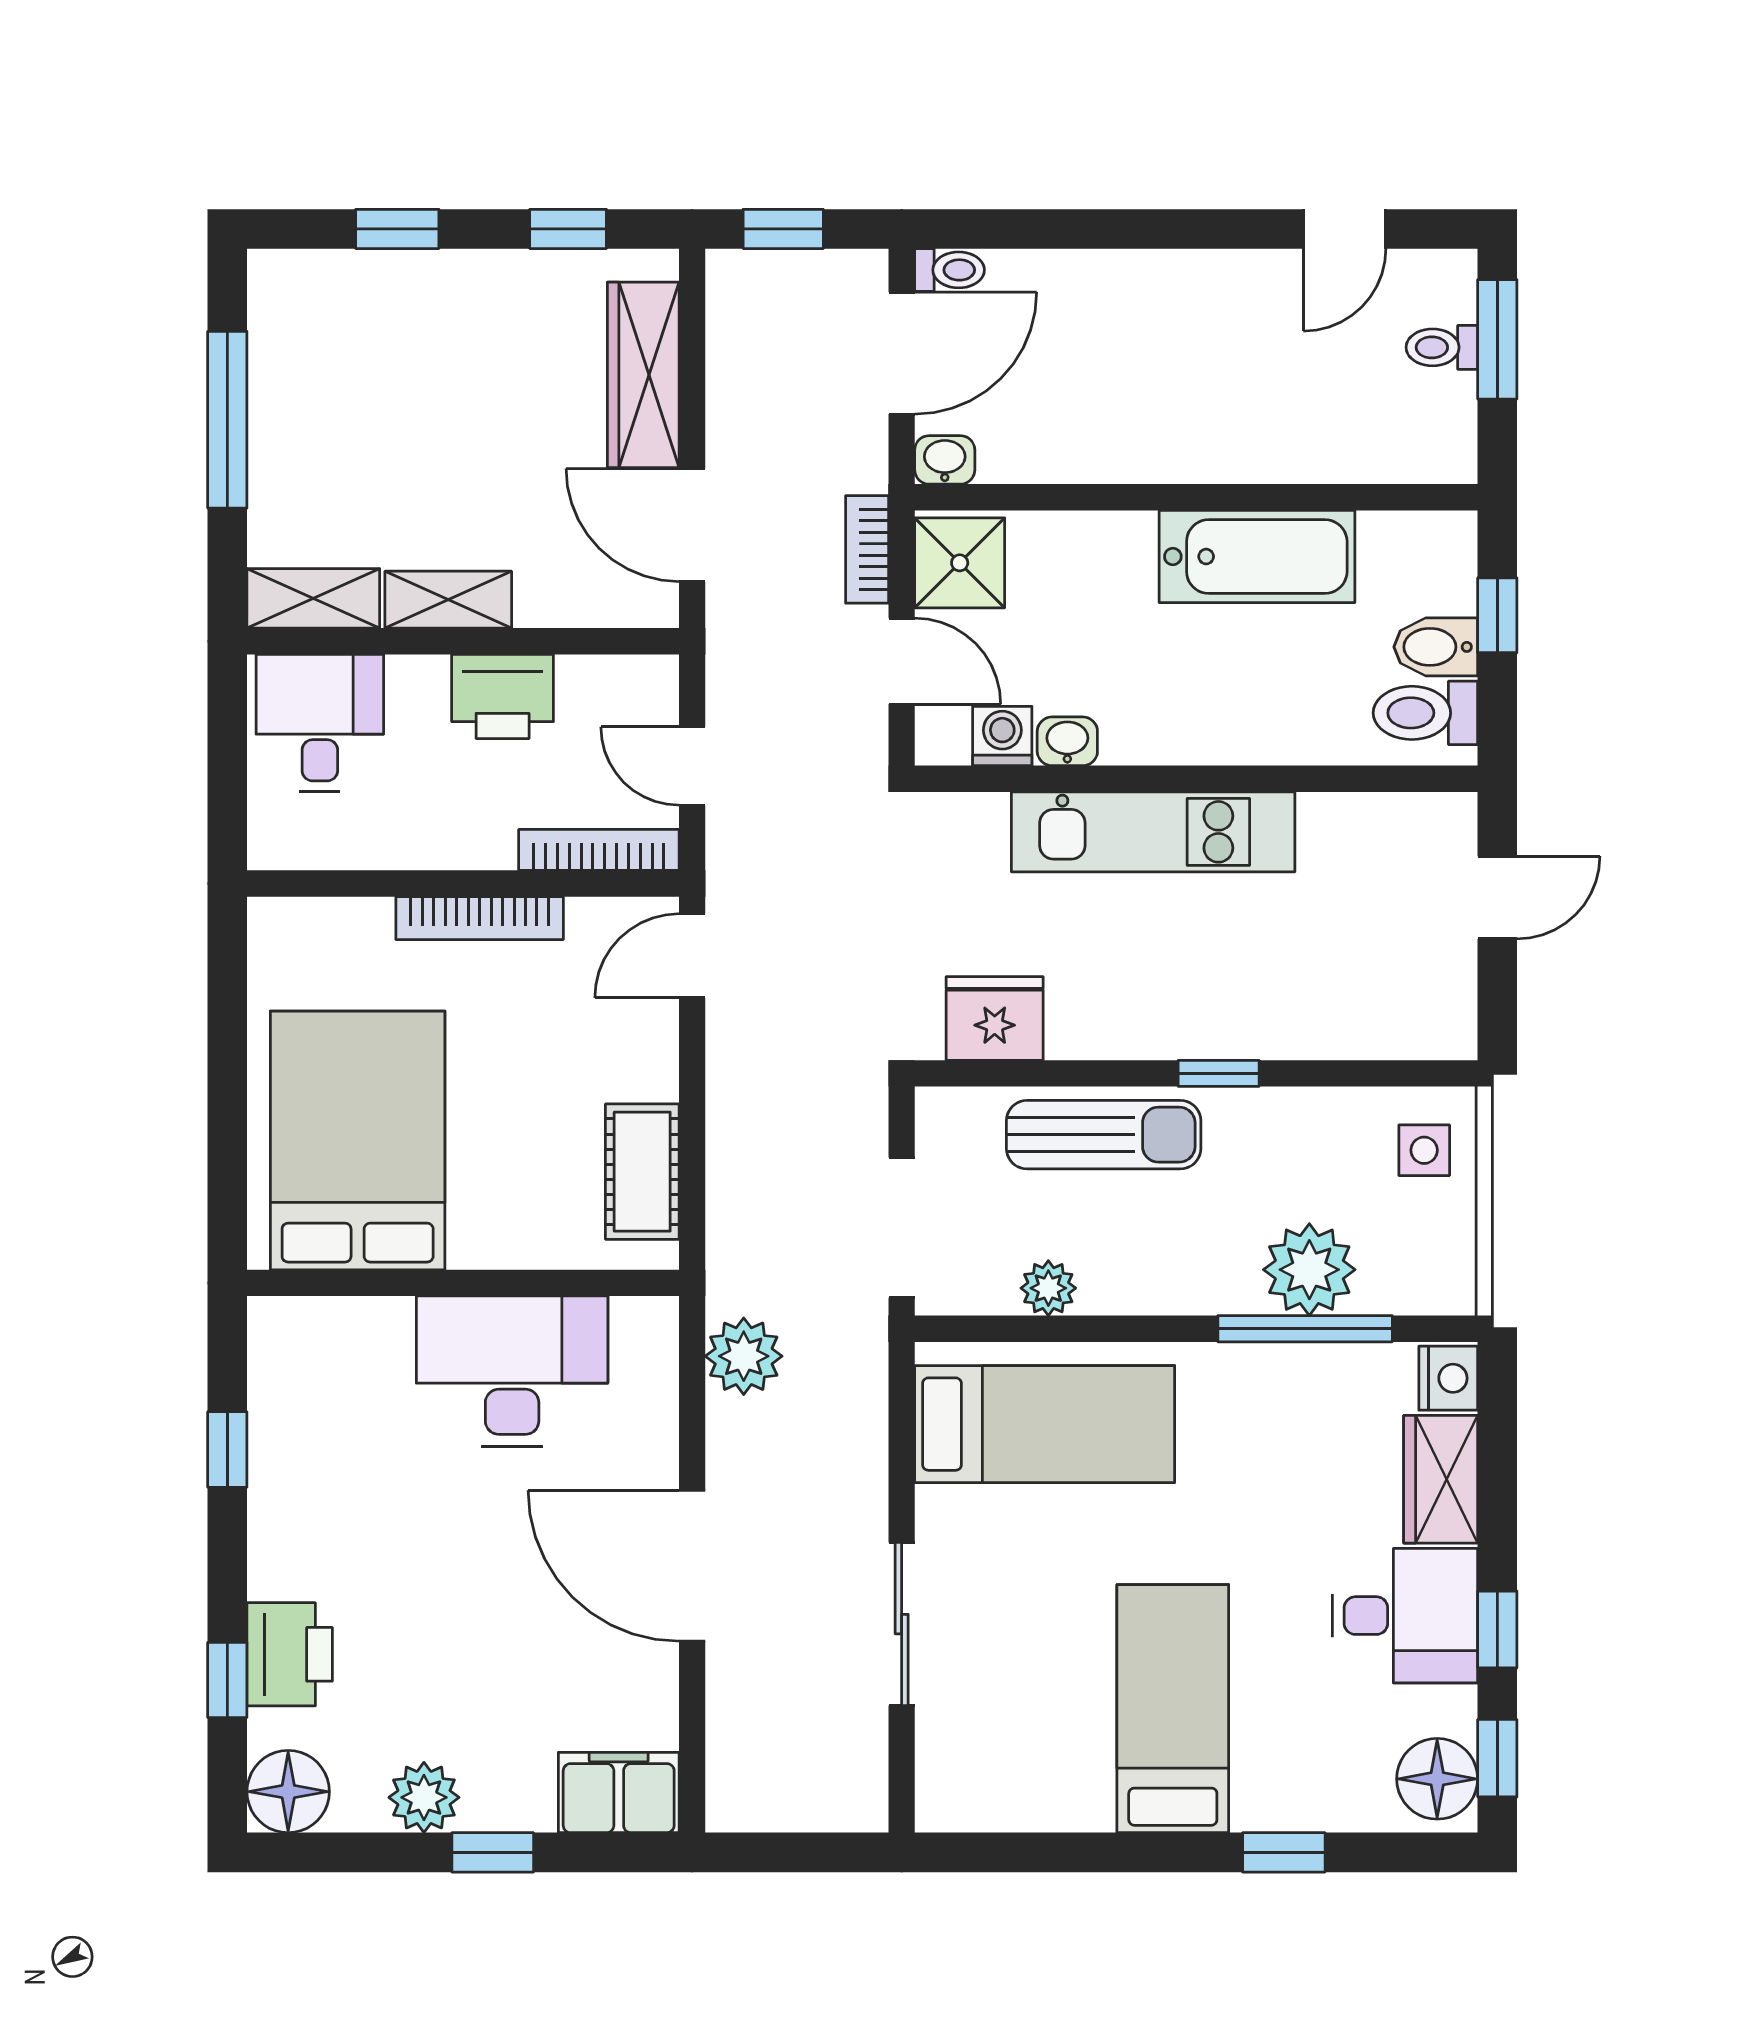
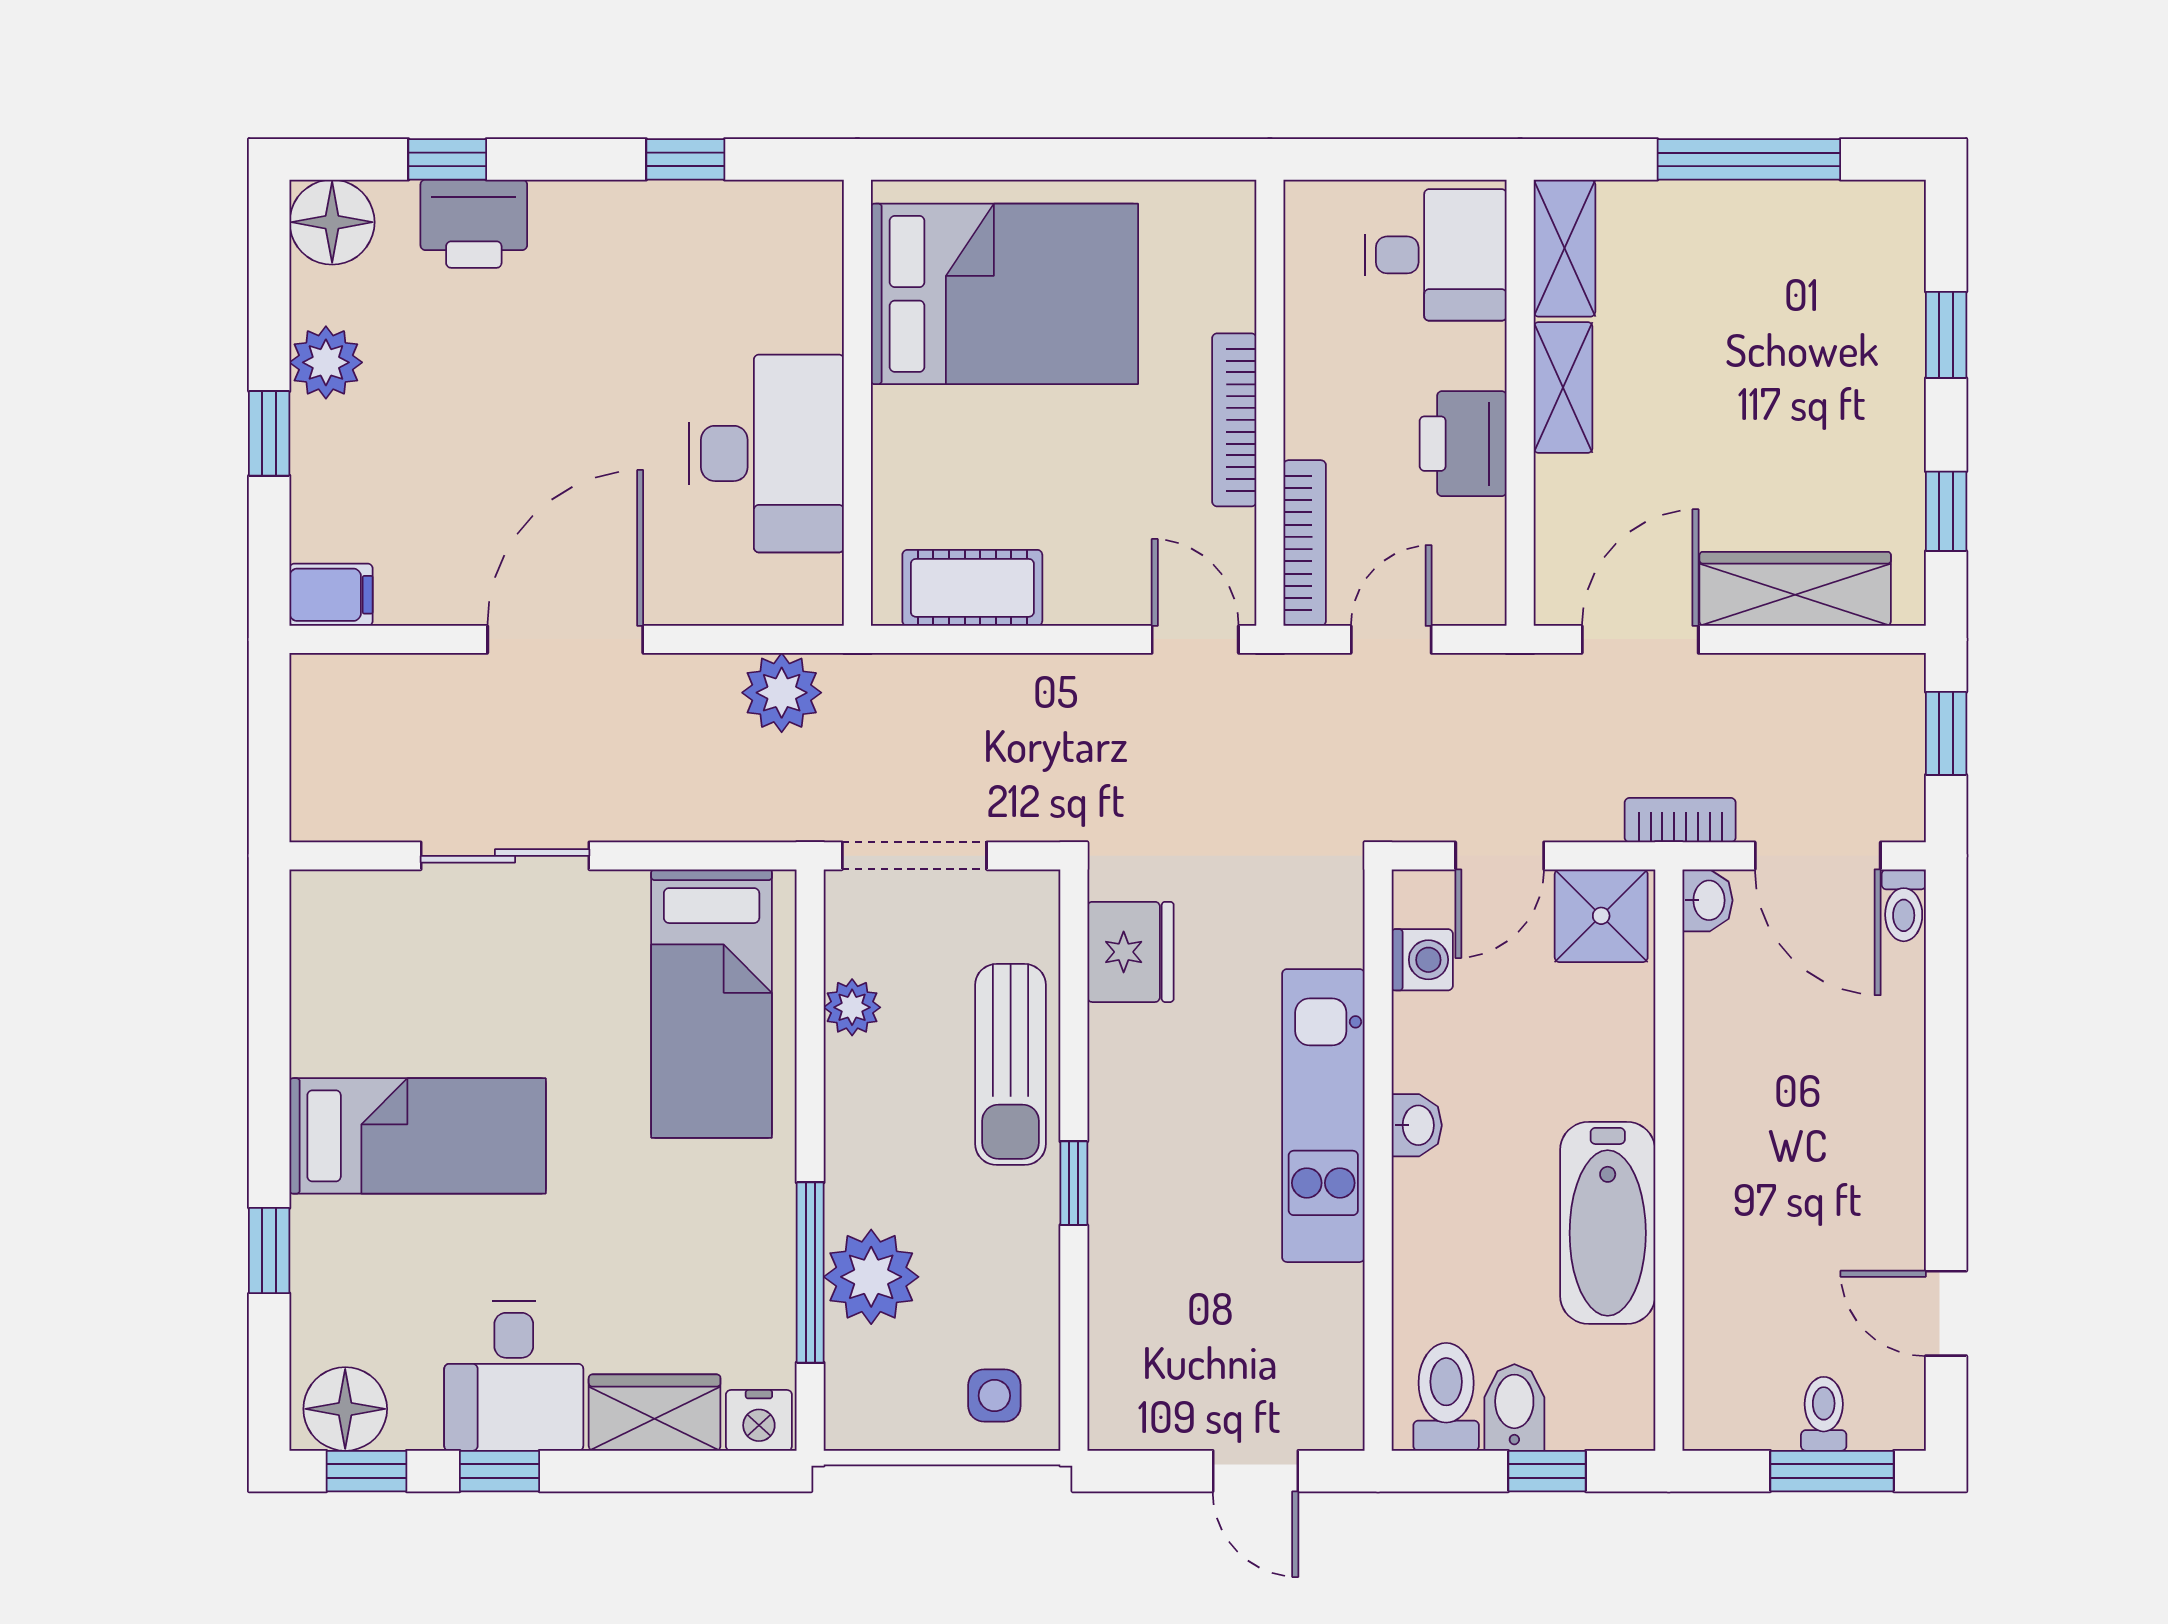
bookcase: (867, 549) -> (1680, 820), moved
washbasin: (1067, 741) -> (1417, 1125), moved
filing cabinet: (619, 1793) -> (331, 595), width x0.50

